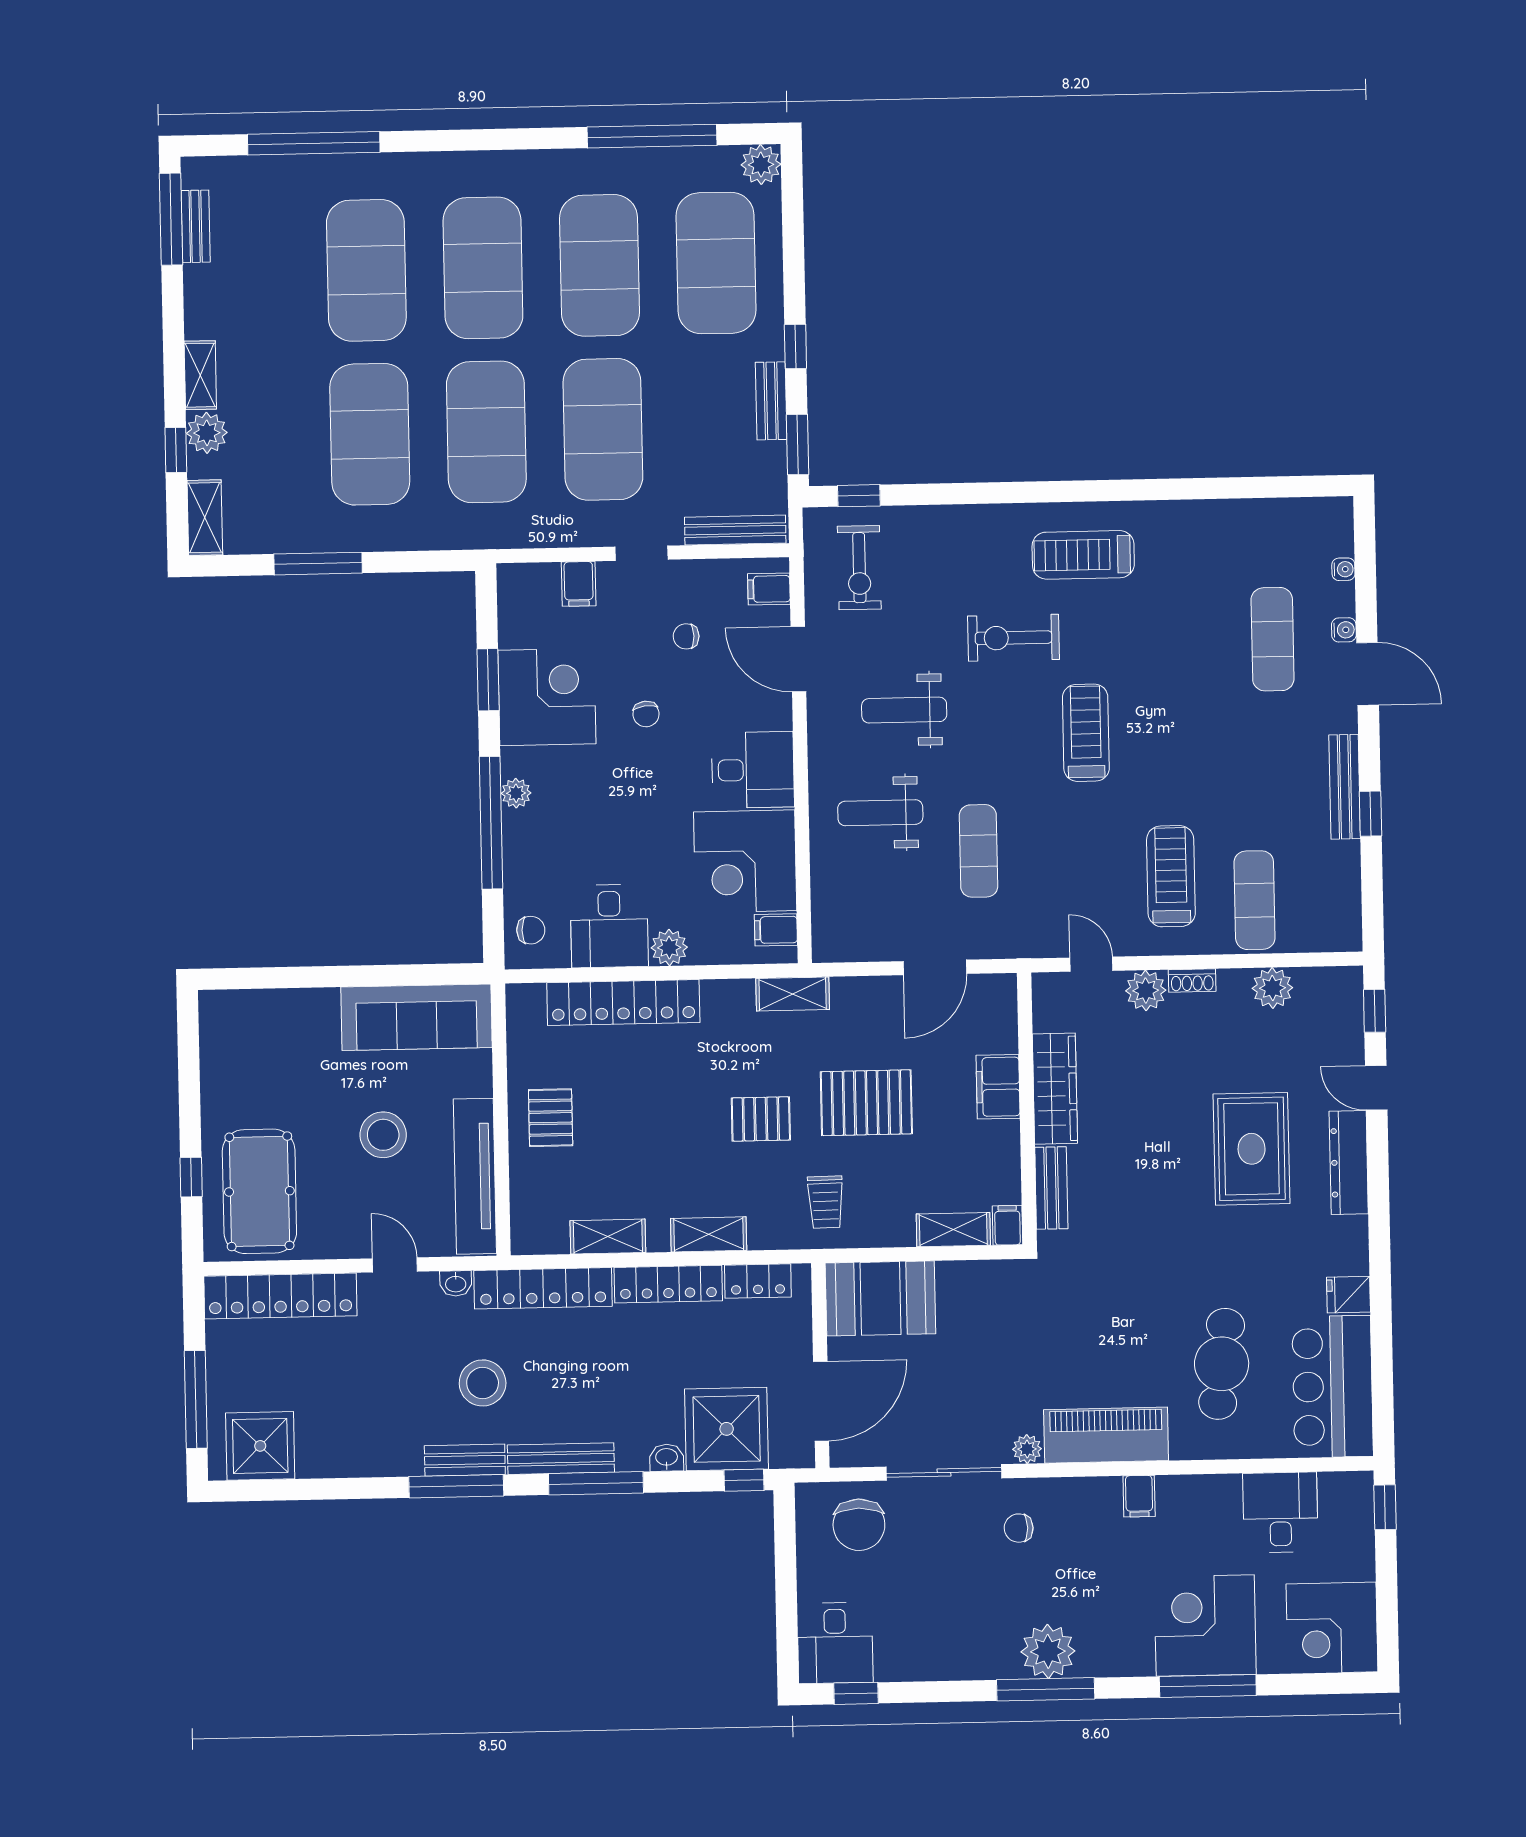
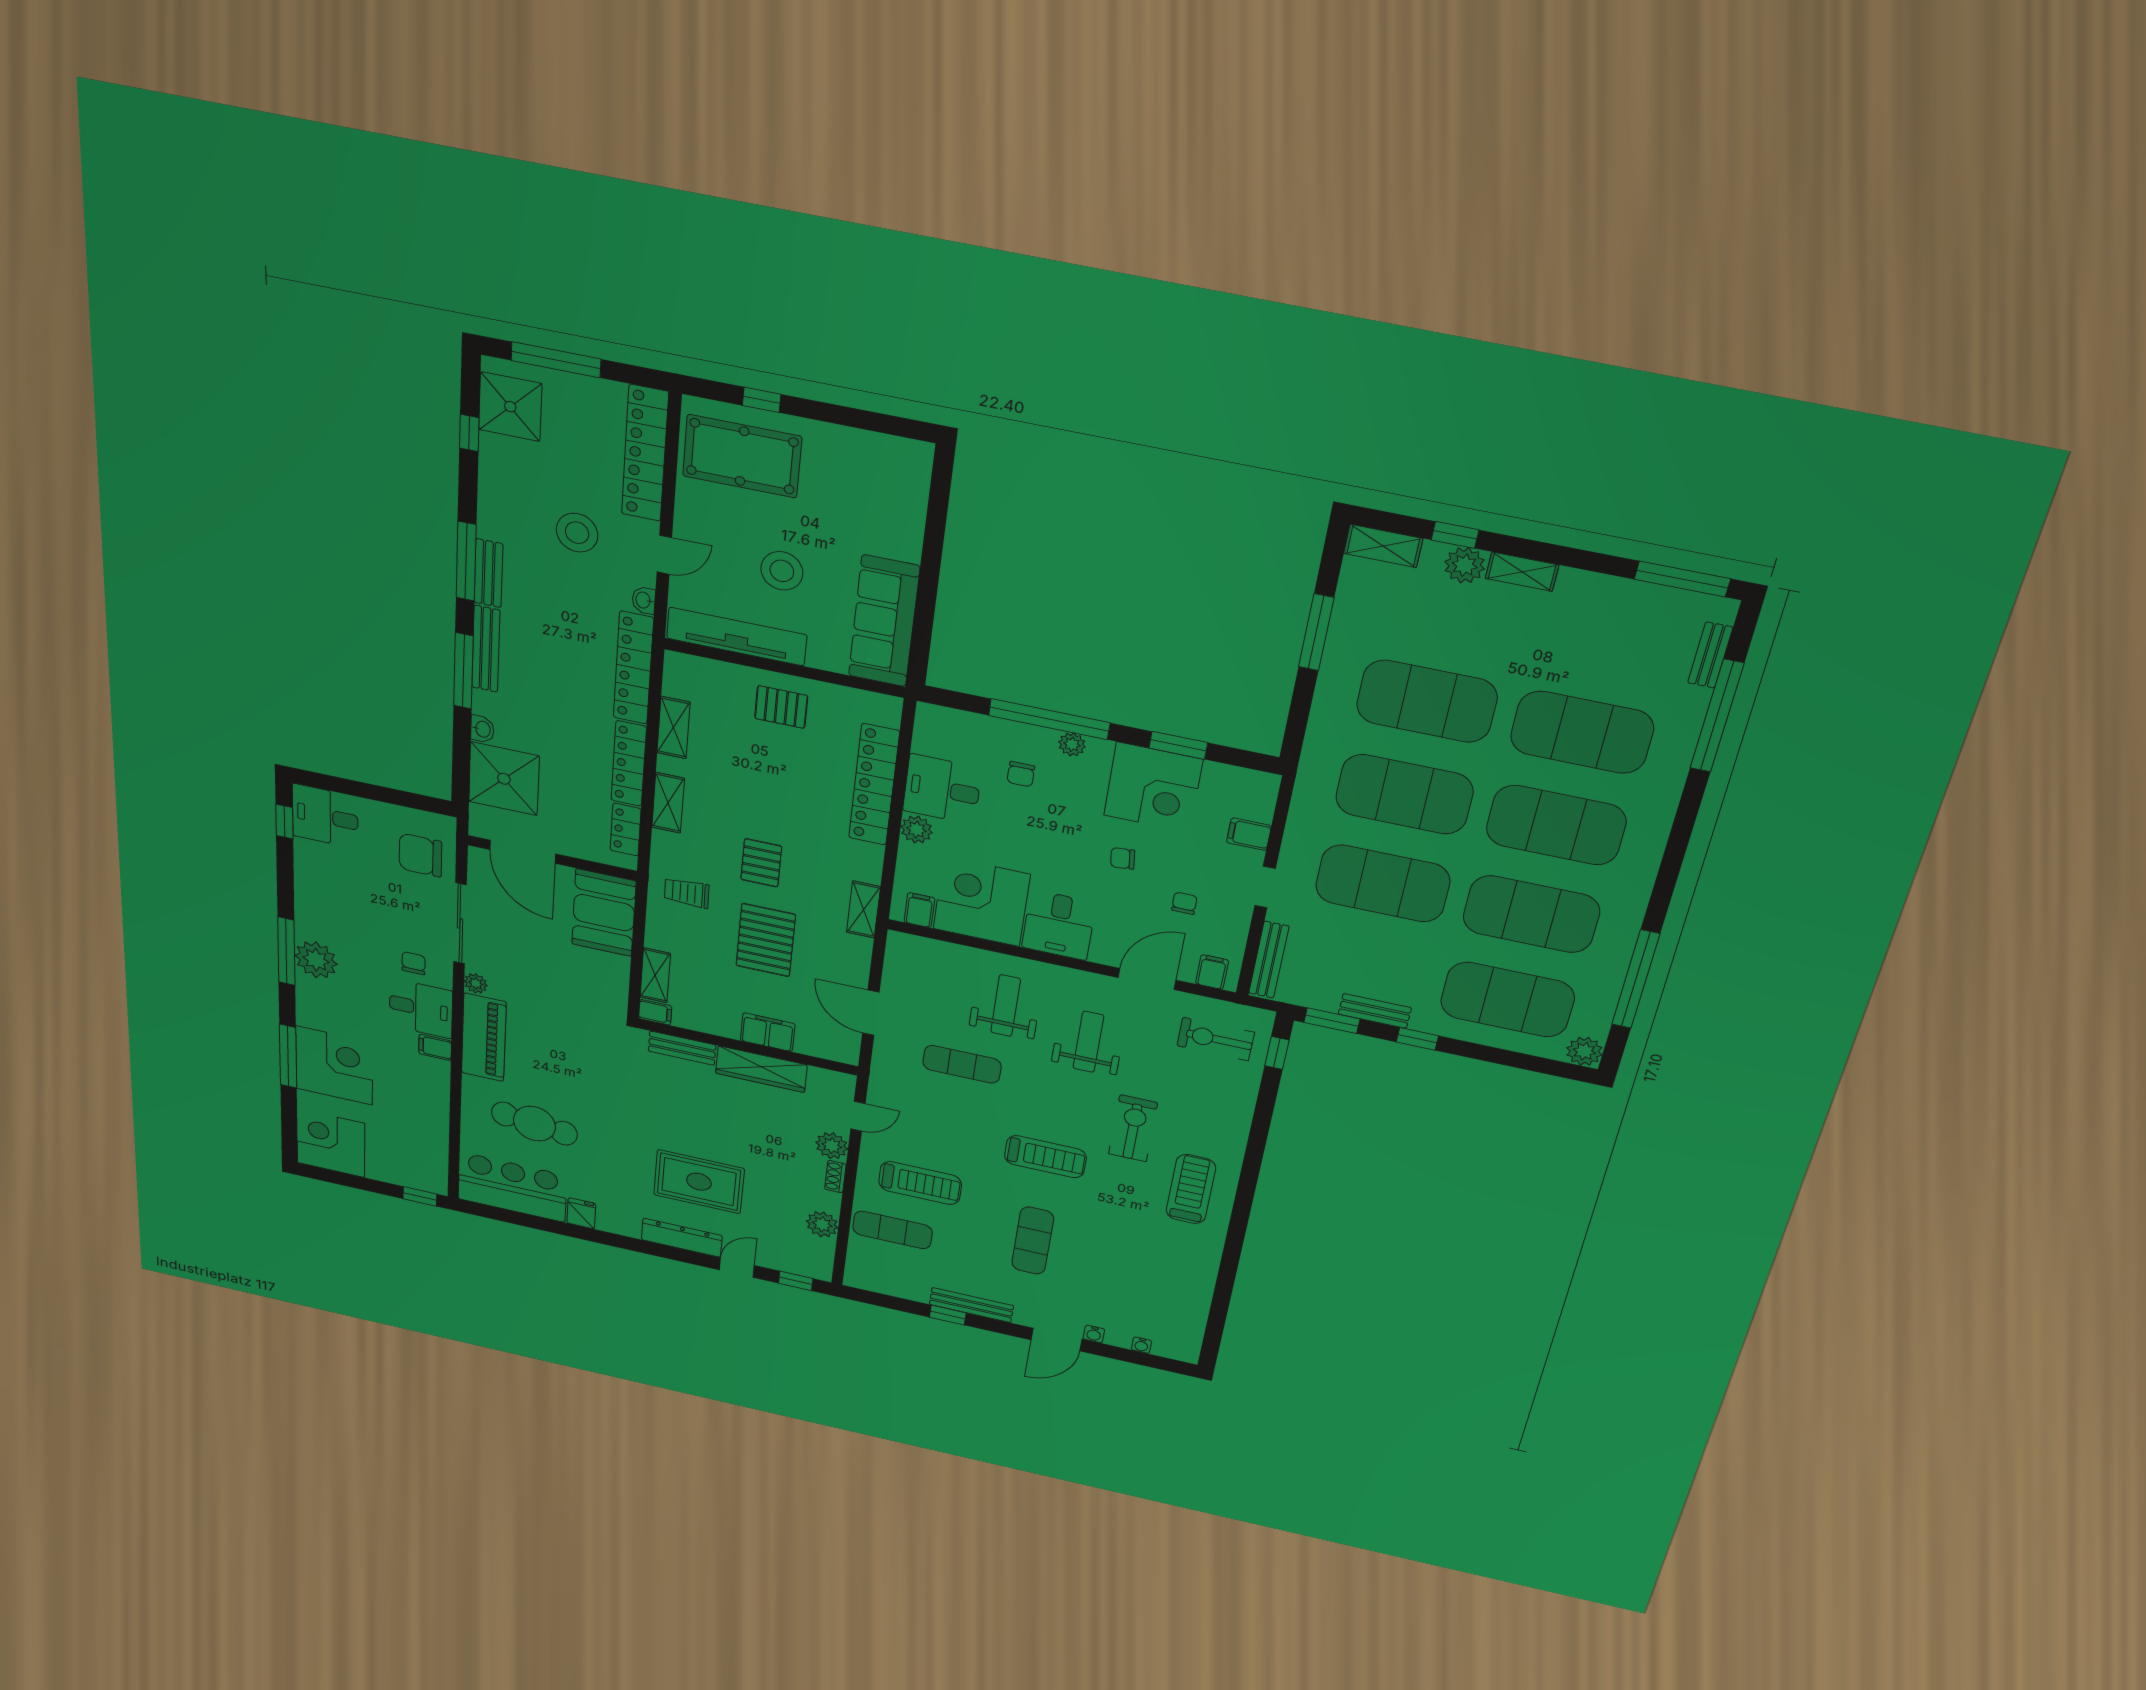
bench: (196, 226) -> (1710, 655), moved, turned 90
exercise mat: (1273, 639) -> (1033, 1241), moved, turned 90
chair: (531, 930) -> (1021, 774), moved
stool: (483, 1383) -> (577, 533), moved
window: (744, 1480) -> (469, 433), moved
desk: (1280, 1512) -> (421, 1008), moved

